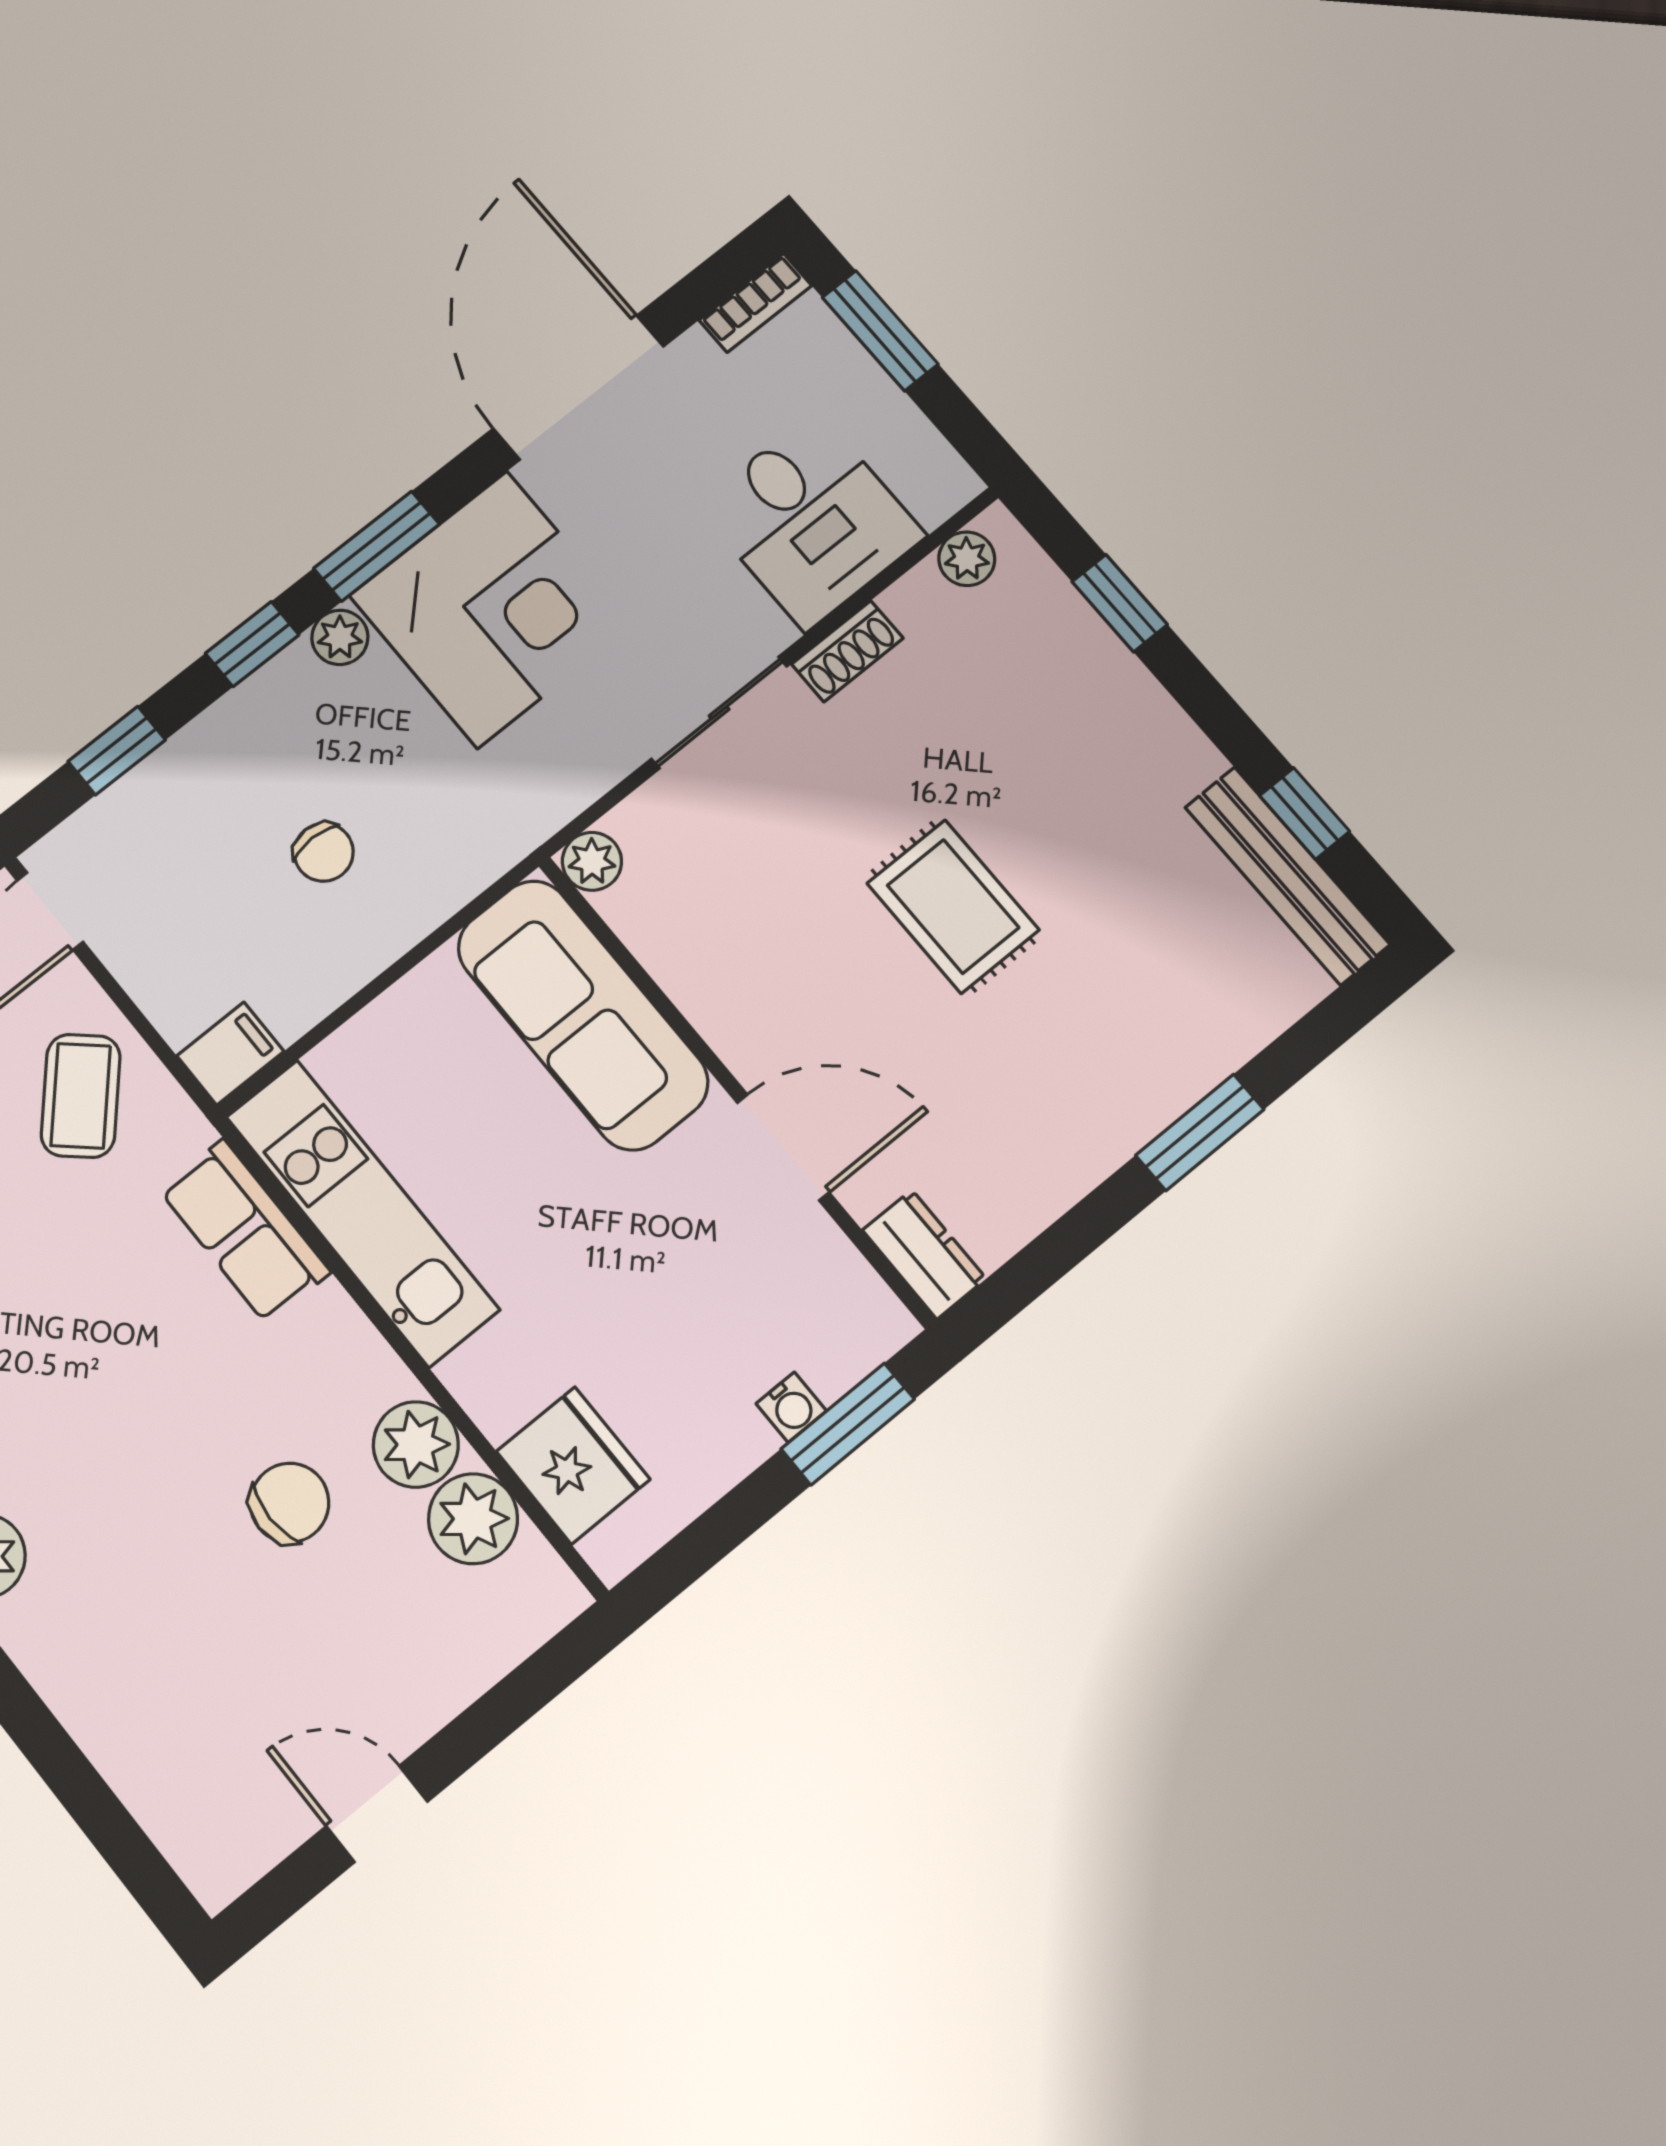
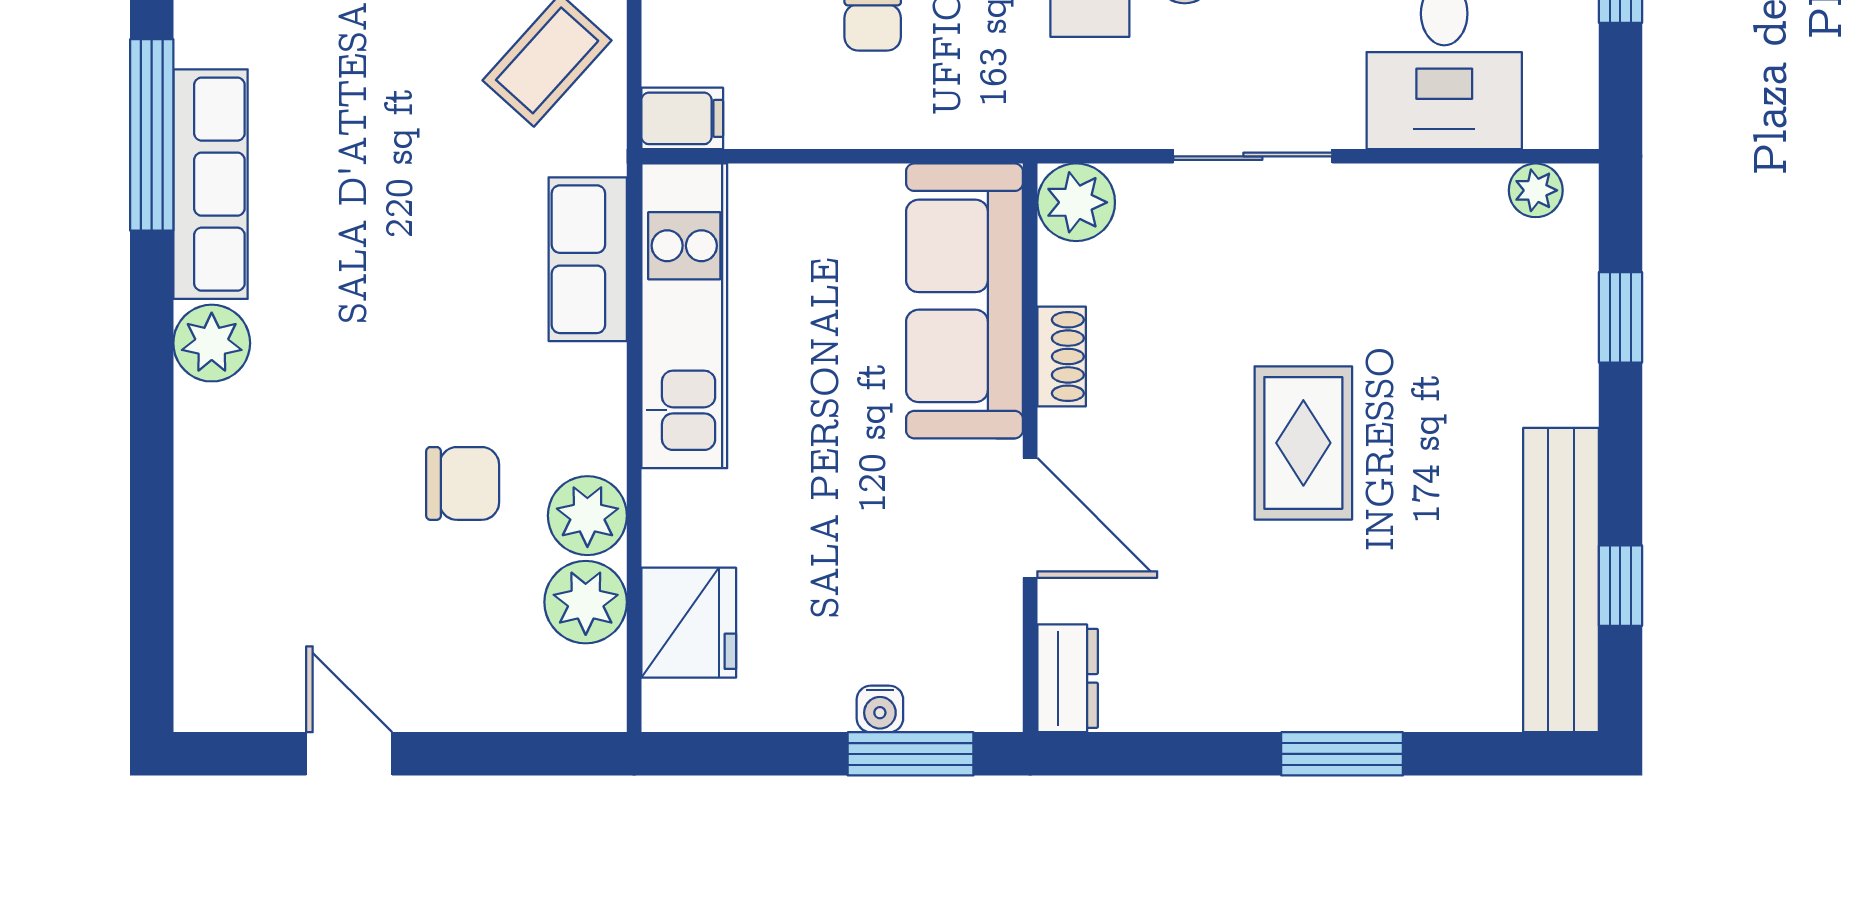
shoe rack: (847, 651) -> (1062, 357), moved, turned -90
plant: (592, 861) -> (1076, 202), width x1.38, depth x1.38
bench: (1287, 876) -> (1561, 580), width x1.37, depth x1.21

